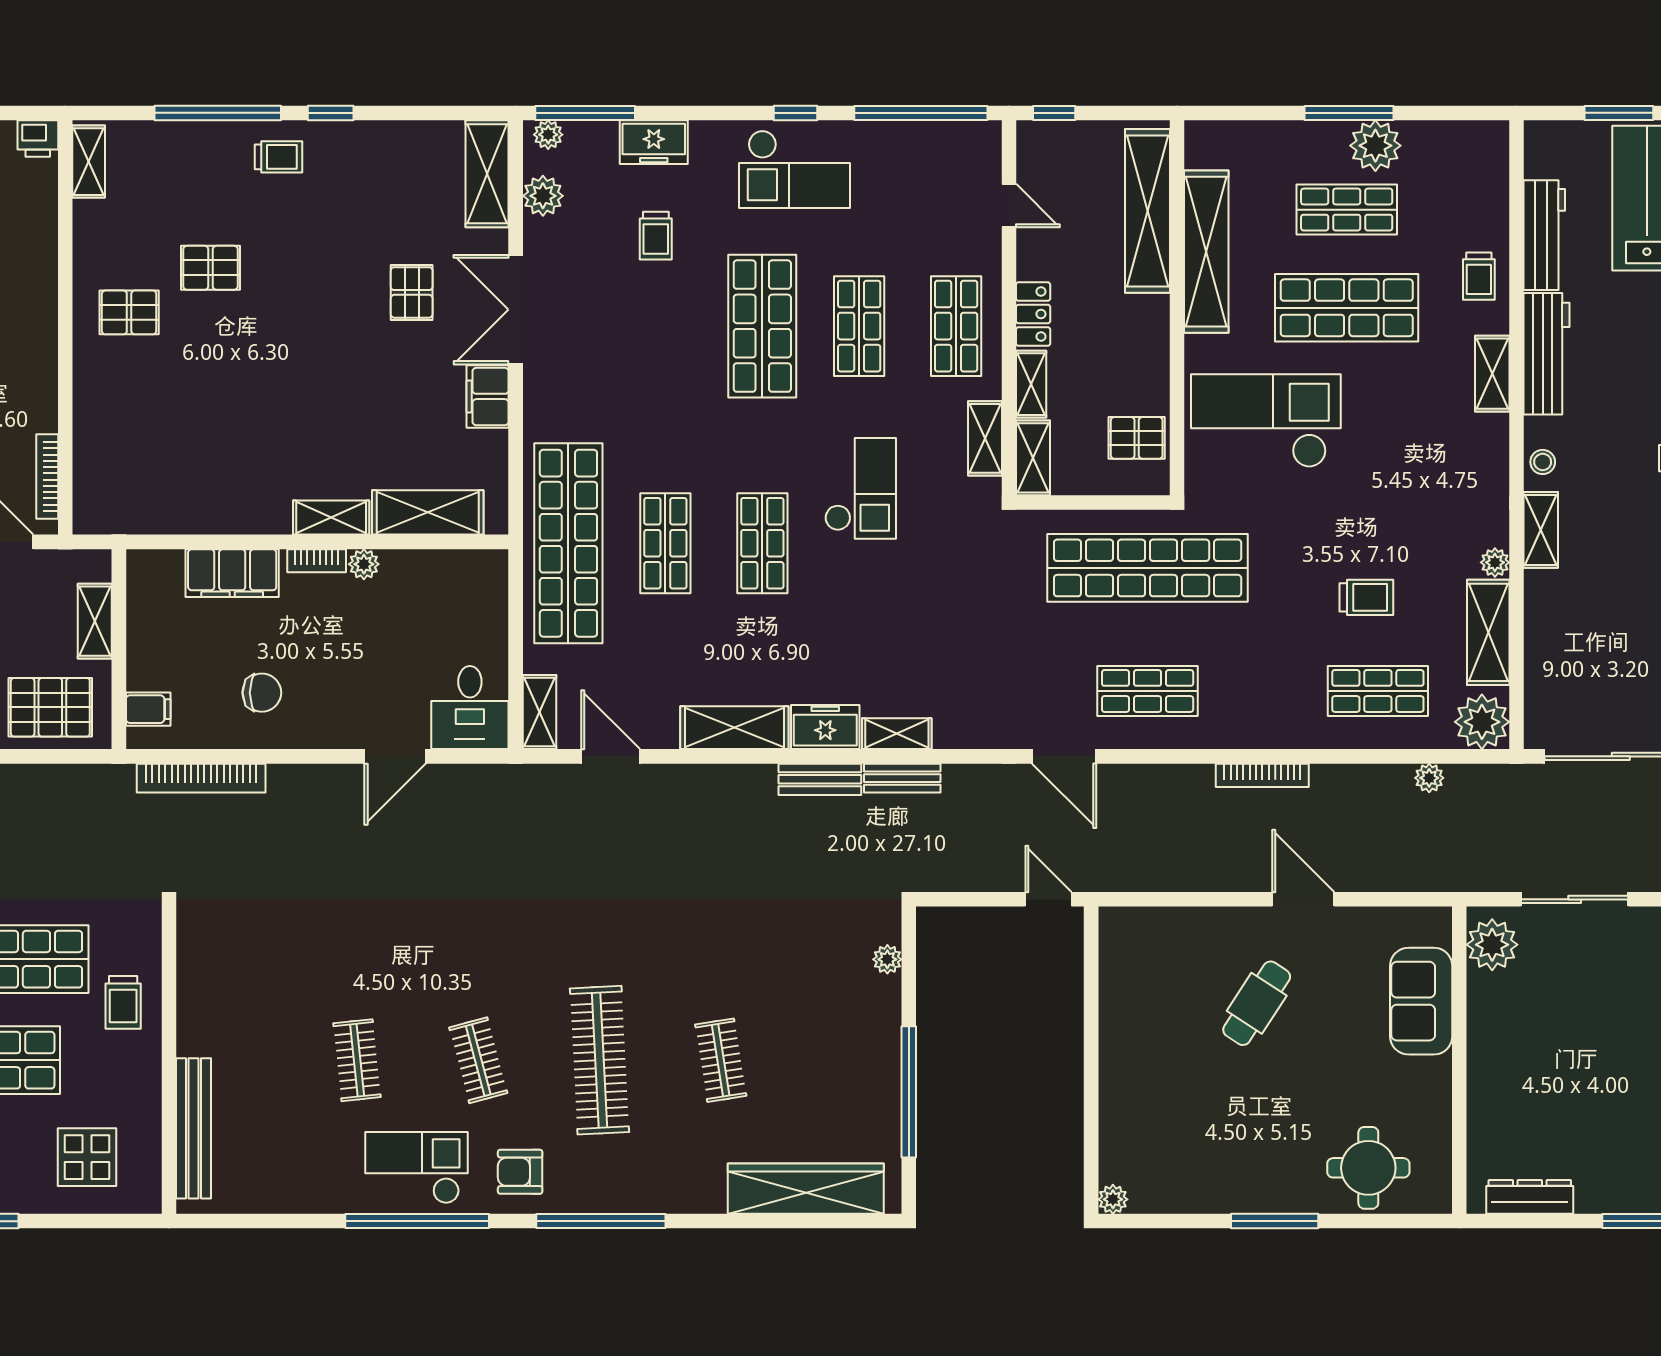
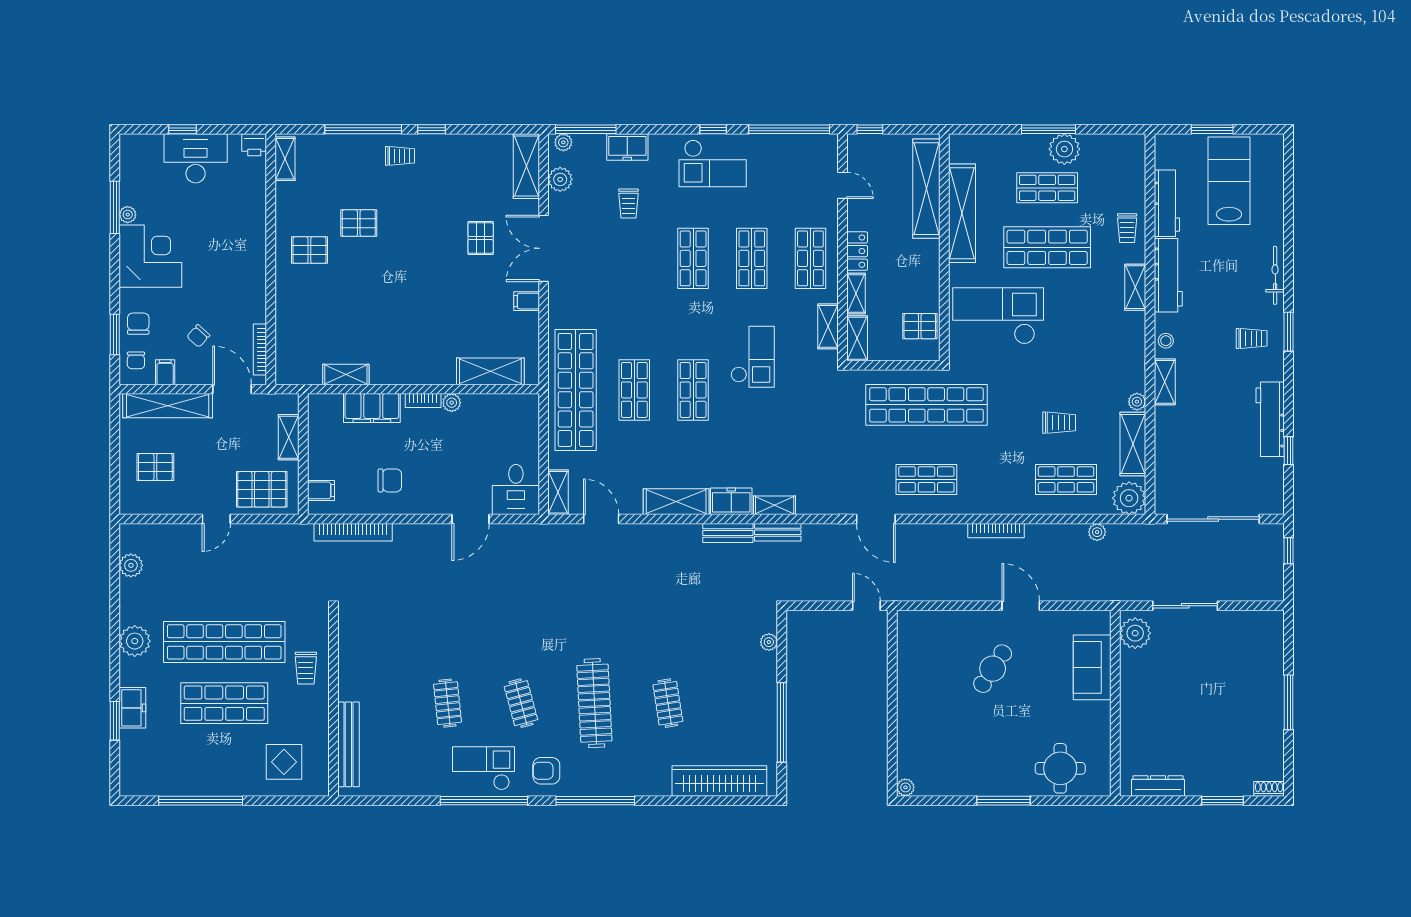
shop shelf: (762, 326) -> (693, 258), width x0.70, depth x0.74
filing cabinet: (488, 396) -> (527, 301), width x0.50
shelving: (331, 518) -> (346, 374), moved

